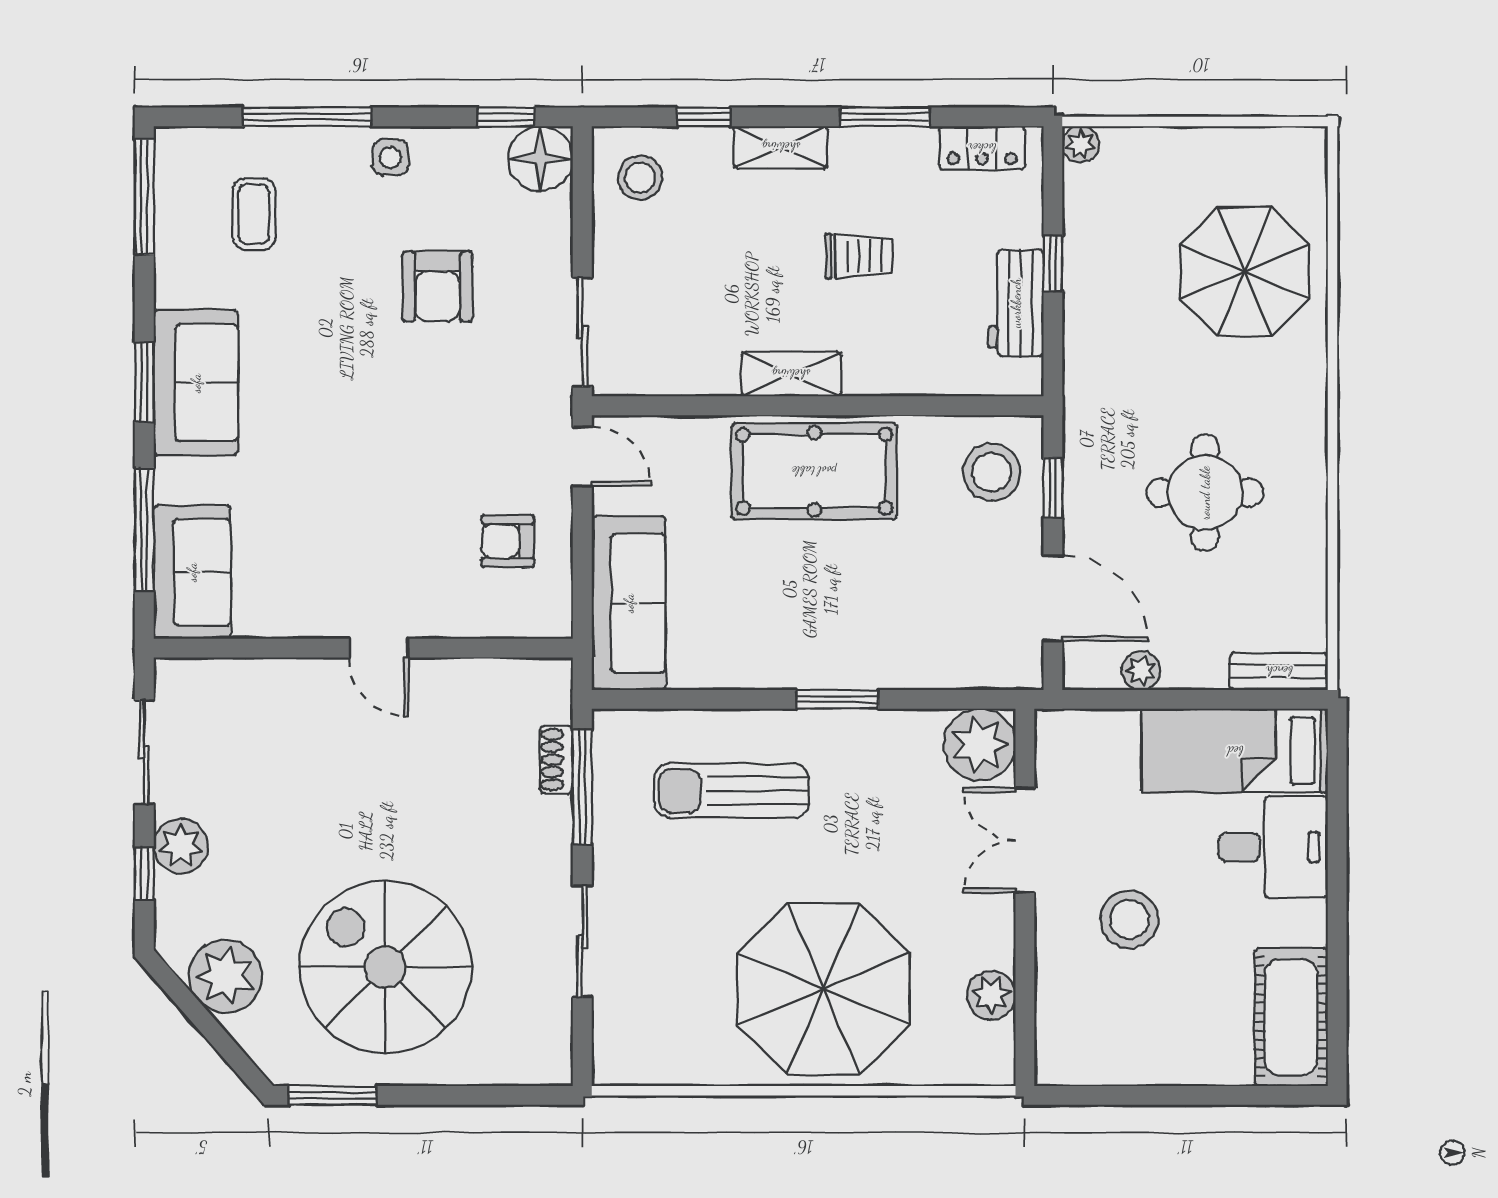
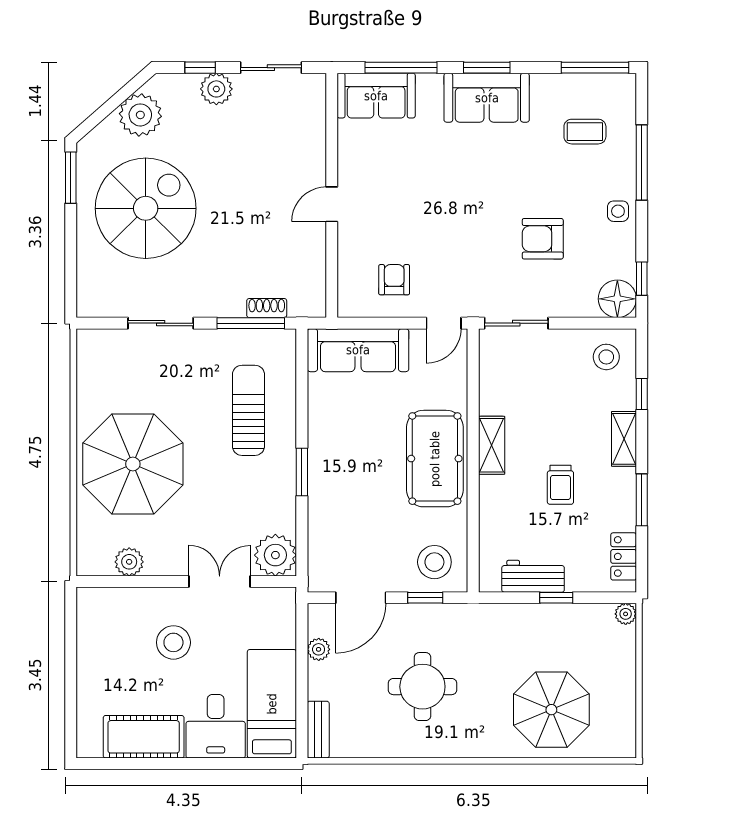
cot: (1291, 1017) -> (144, 737), moved

